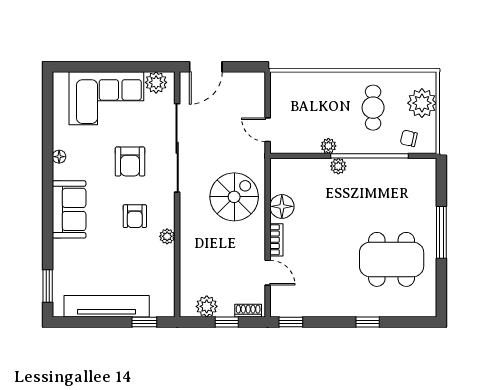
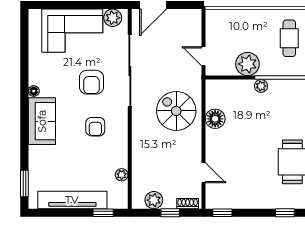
plant: (328, 146) -> (248, 64), width x1.88, depth x1.88
floor lamp: (59, 157) -> (34, 91), moved
spiral stairs: (234, 197) -> (176, 111), turned -90
plant: (167, 236) -> (122, 175), moved
bookcase: (276, 240) -> (211, 146), removed

